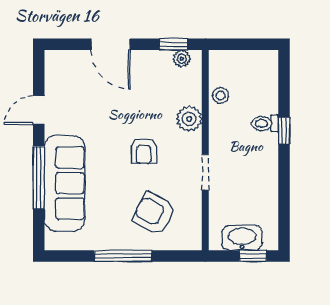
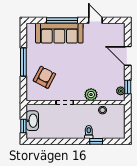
door: (111, 44) -> (128, 56), hinge flipped
window: (284, 131) -> (96, 141), moved
armchair: (144, 151) -> (75, 72), removed

